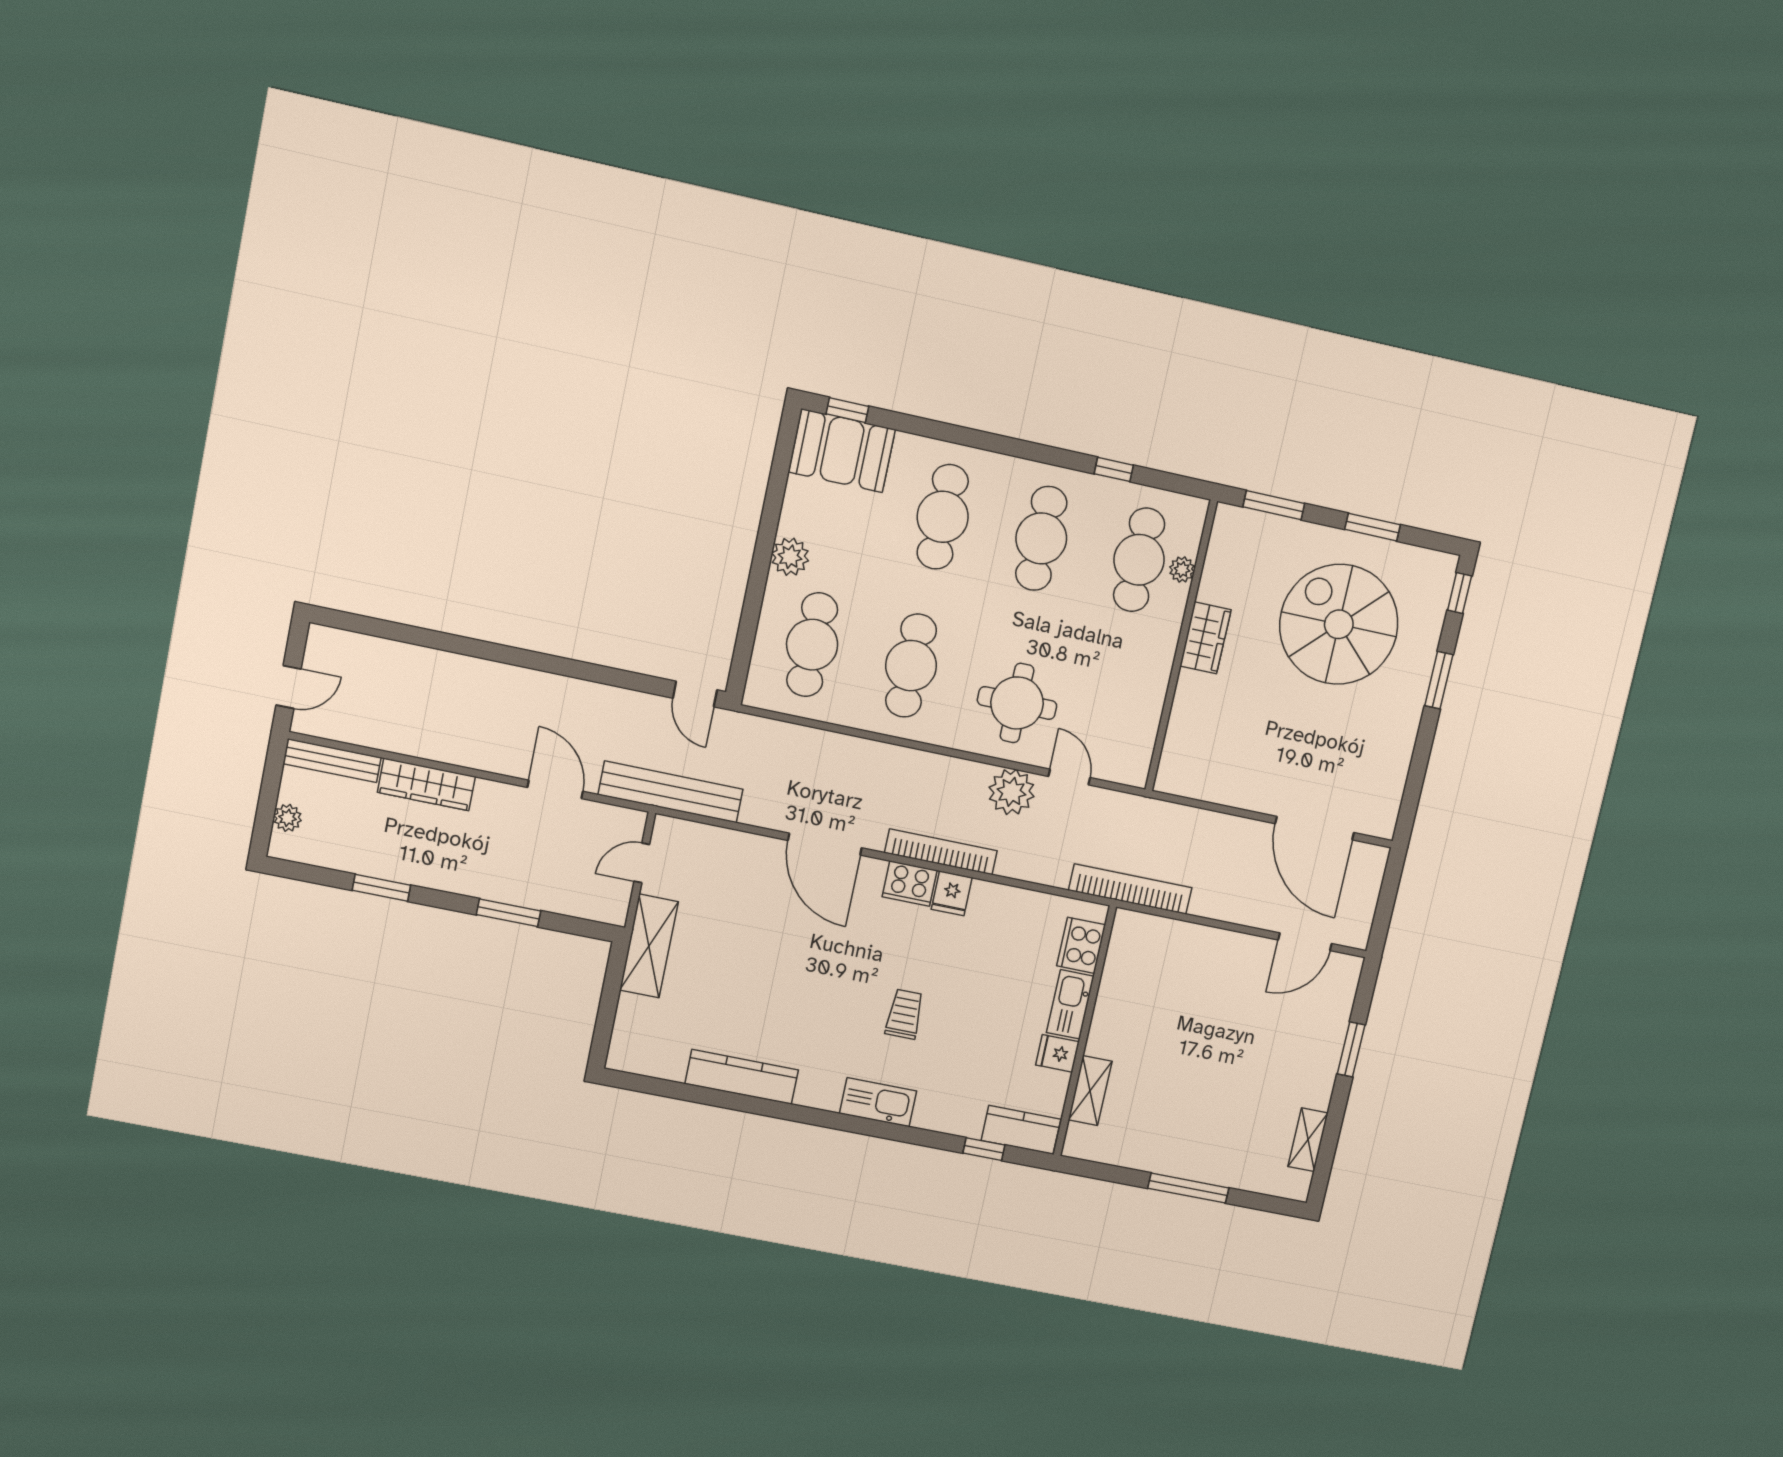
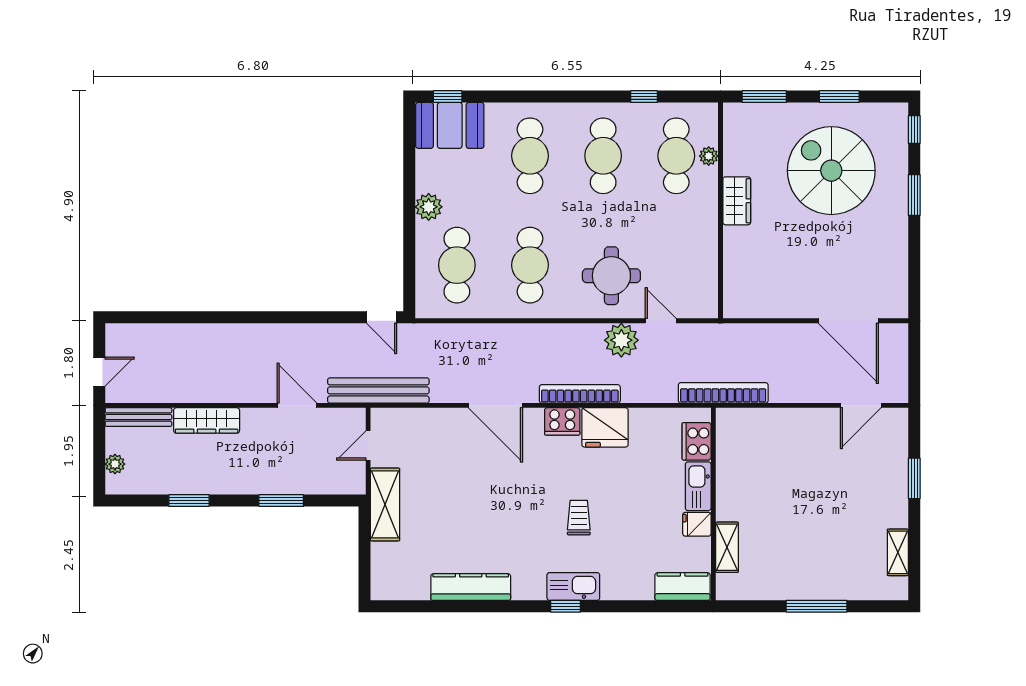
fridge: (952, 893) -> (605, 427), width x1.88, depth x1.34
window: (984, 1149) -> (566, 606), moved

